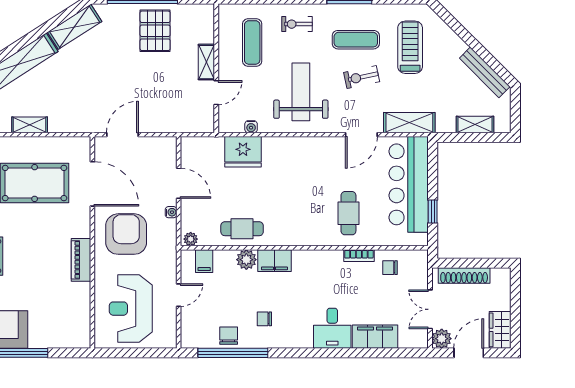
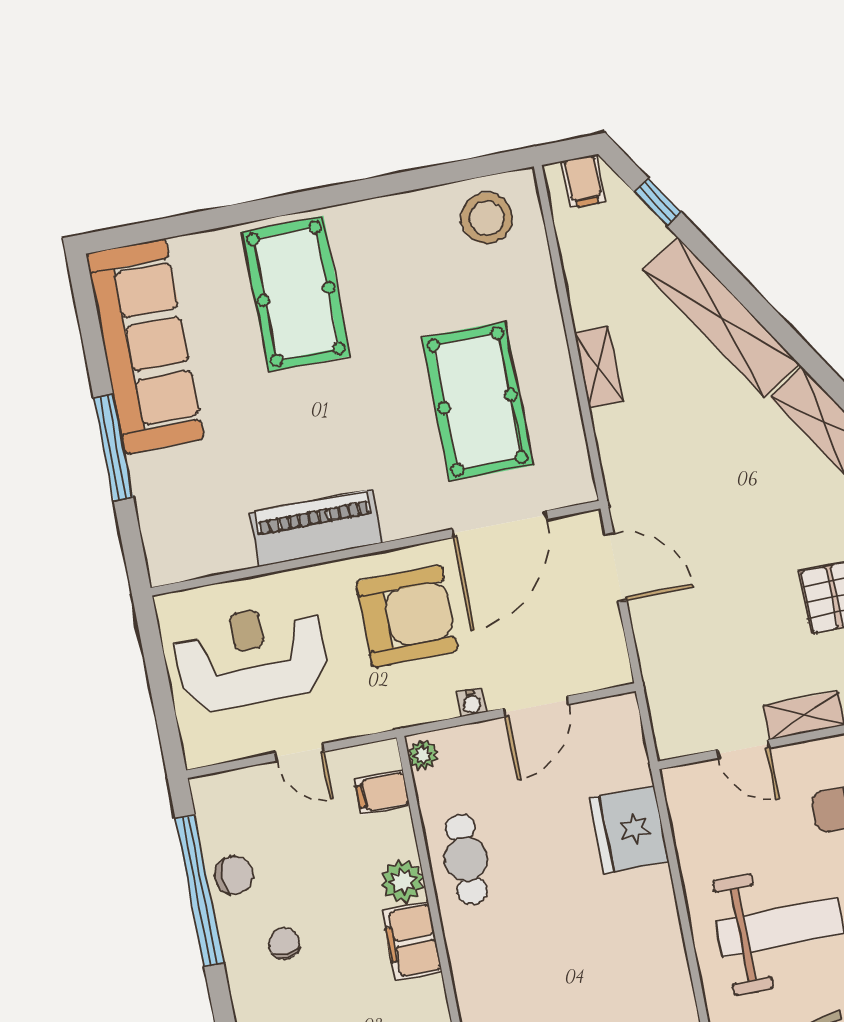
water cooler: (251, 127) -> (686, 836), removed
piano: (81, 260) -> (316, 528), width x1.37, depth x1.33

